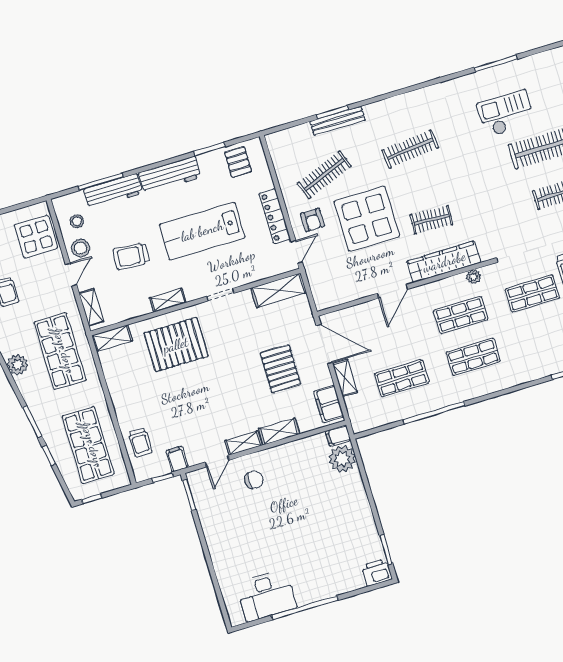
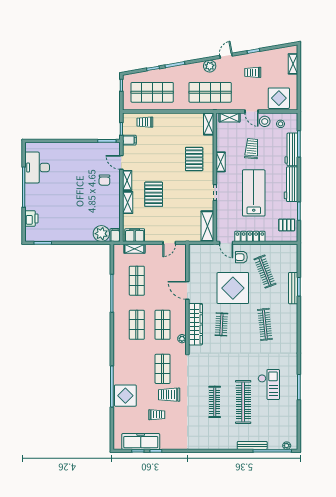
door: (324, 344) -> (169, 243), width x0.53
pallet: (176, 345) -> (194, 159), width x0.73, depth x0.71
pallet: (280, 369) -> (154, 194), moved, turned 90
shelving: (345, 378) -> (134, 249), moved
printer: (377, 573) -> (31, 218), moved

